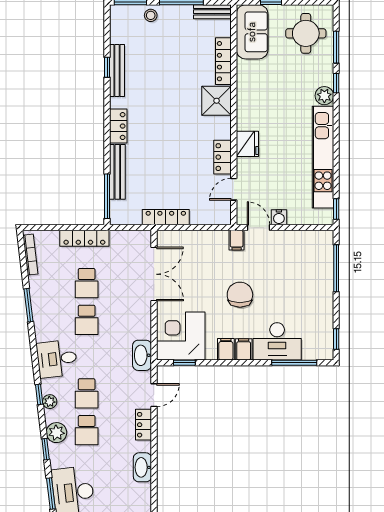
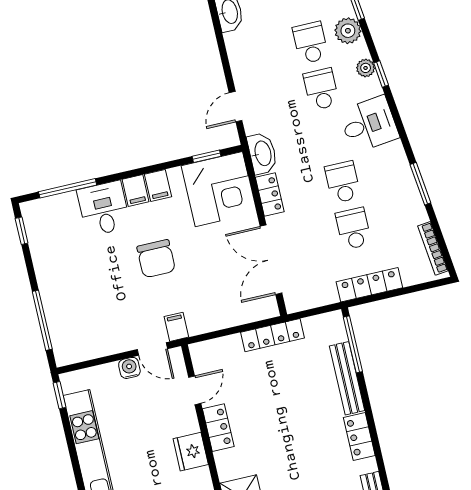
desk: (277, 341) -> (104, 209), width x0.73
locker: (143, 425) -> (270, 195), moved

